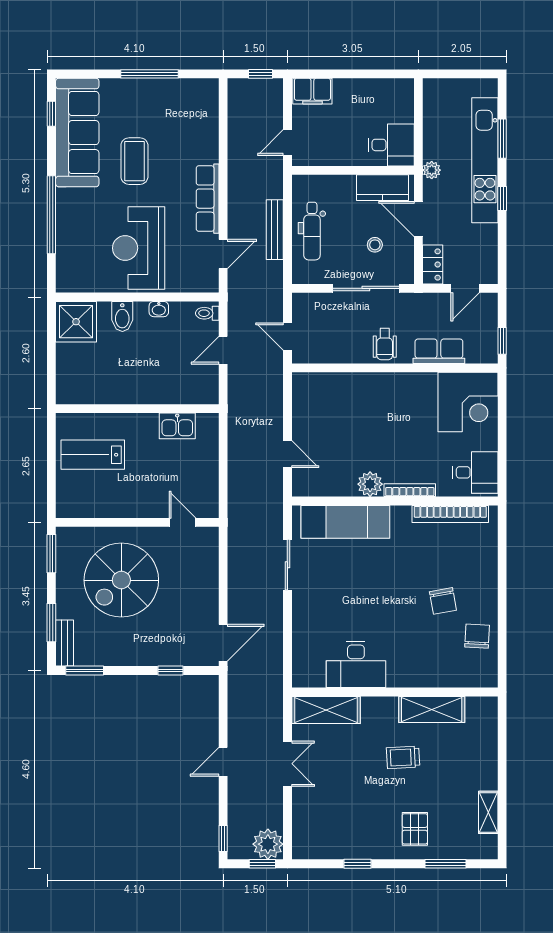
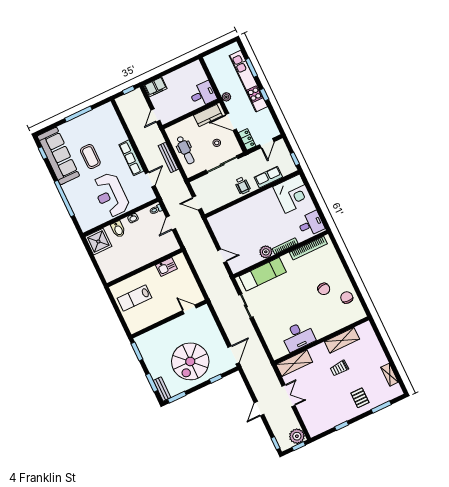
spiral stairs: (121, 580) -> (190, 361), moved

